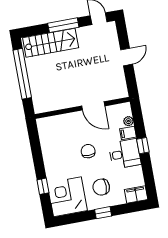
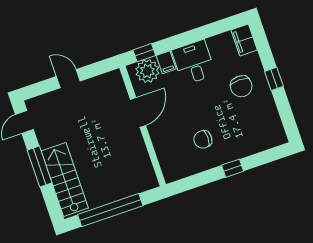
plant: (128, 121) -> (147, 71), width x1.88, depth x1.88
window: (143, 146) -> (144, 53), moved
chair: (88, 151) -> (203, 139), moved
window: (43, 186) -> (233, 168), moved
corner desk: (67, 197) -> (260, 128), removed

